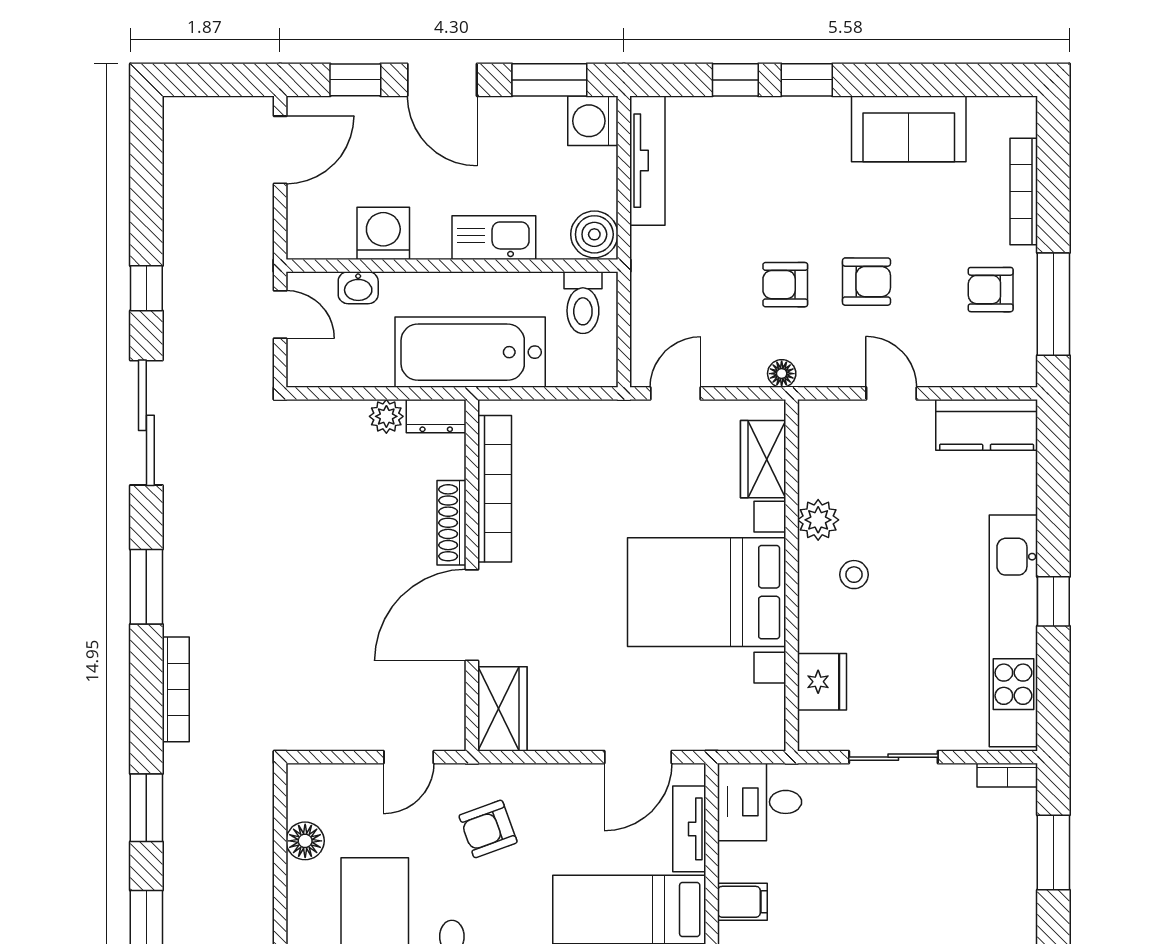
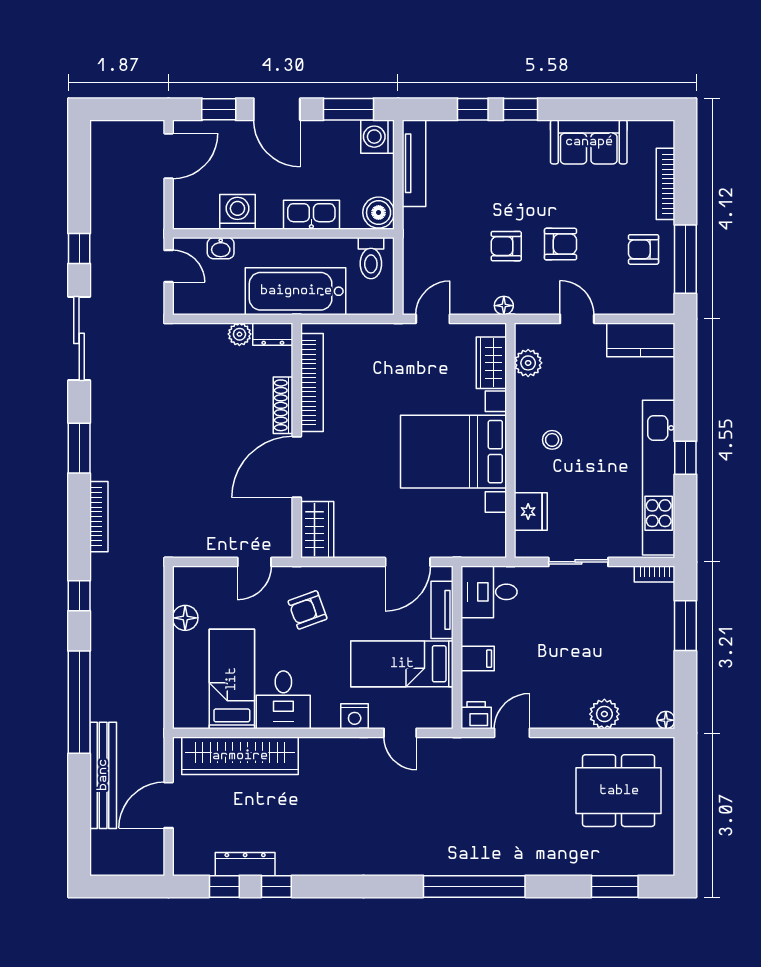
plant: (818, 520) -> (528, 363), moved
window: (146, 808) -> (79, 596), width x0.67

